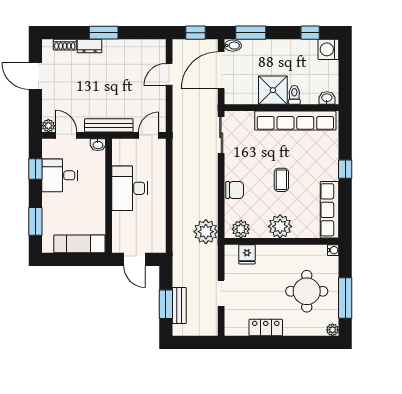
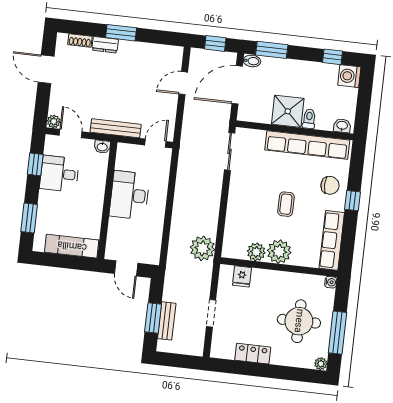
chair: (235, 190) -> (330, 185), moved
plant: (241, 229) -> (256, 252), moved

